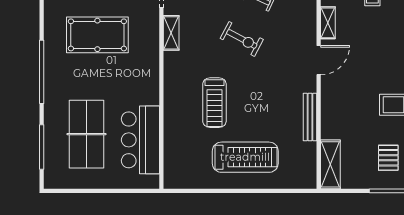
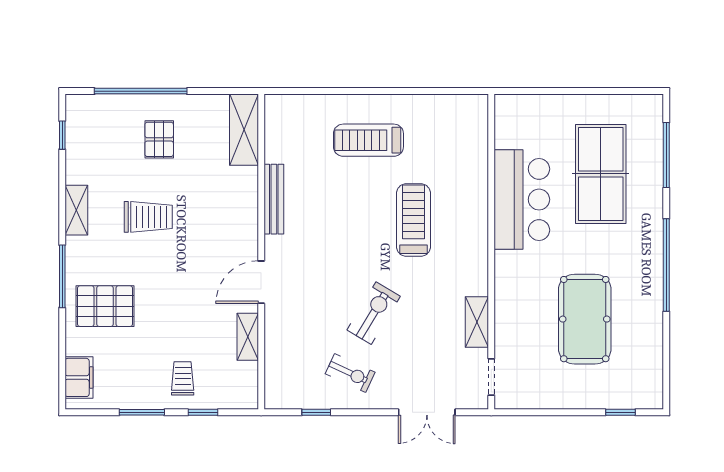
pool table: (97, 35) -> (585, 319), turned 90
exercise bike: (242, 39) -> (374, 313), turned 93
bar counter: (140, 140) -> (522, 200), moved
treadmill: (245, 157) -> (368, 140), width x0.73, depth x0.73

